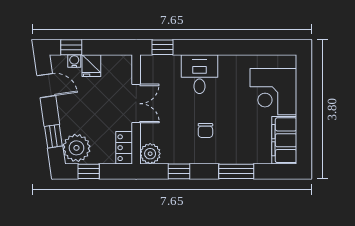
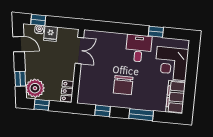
window: (162, 47) -> (156, 32), moved
desk: (199, 74) -> (139, 48), moved
double door: (136, 104) -> (79, 50), moved
chair: (205, 130) -> (123, 85), width x1.87, depth x1.87
plant: (150, 154) -> (84, 97), removed

